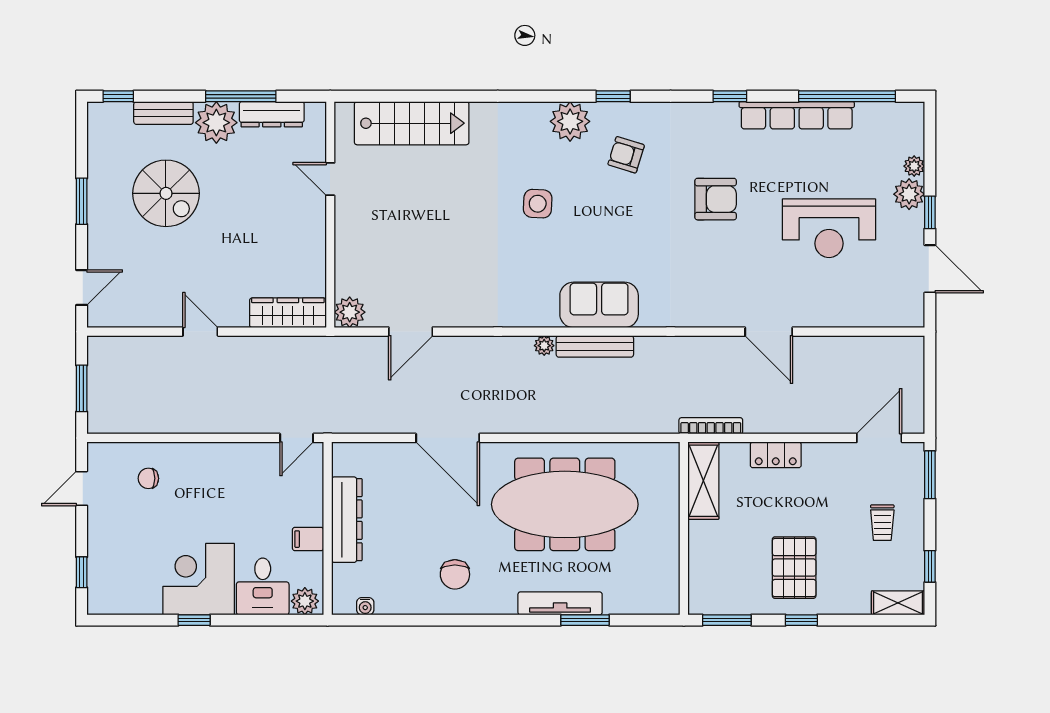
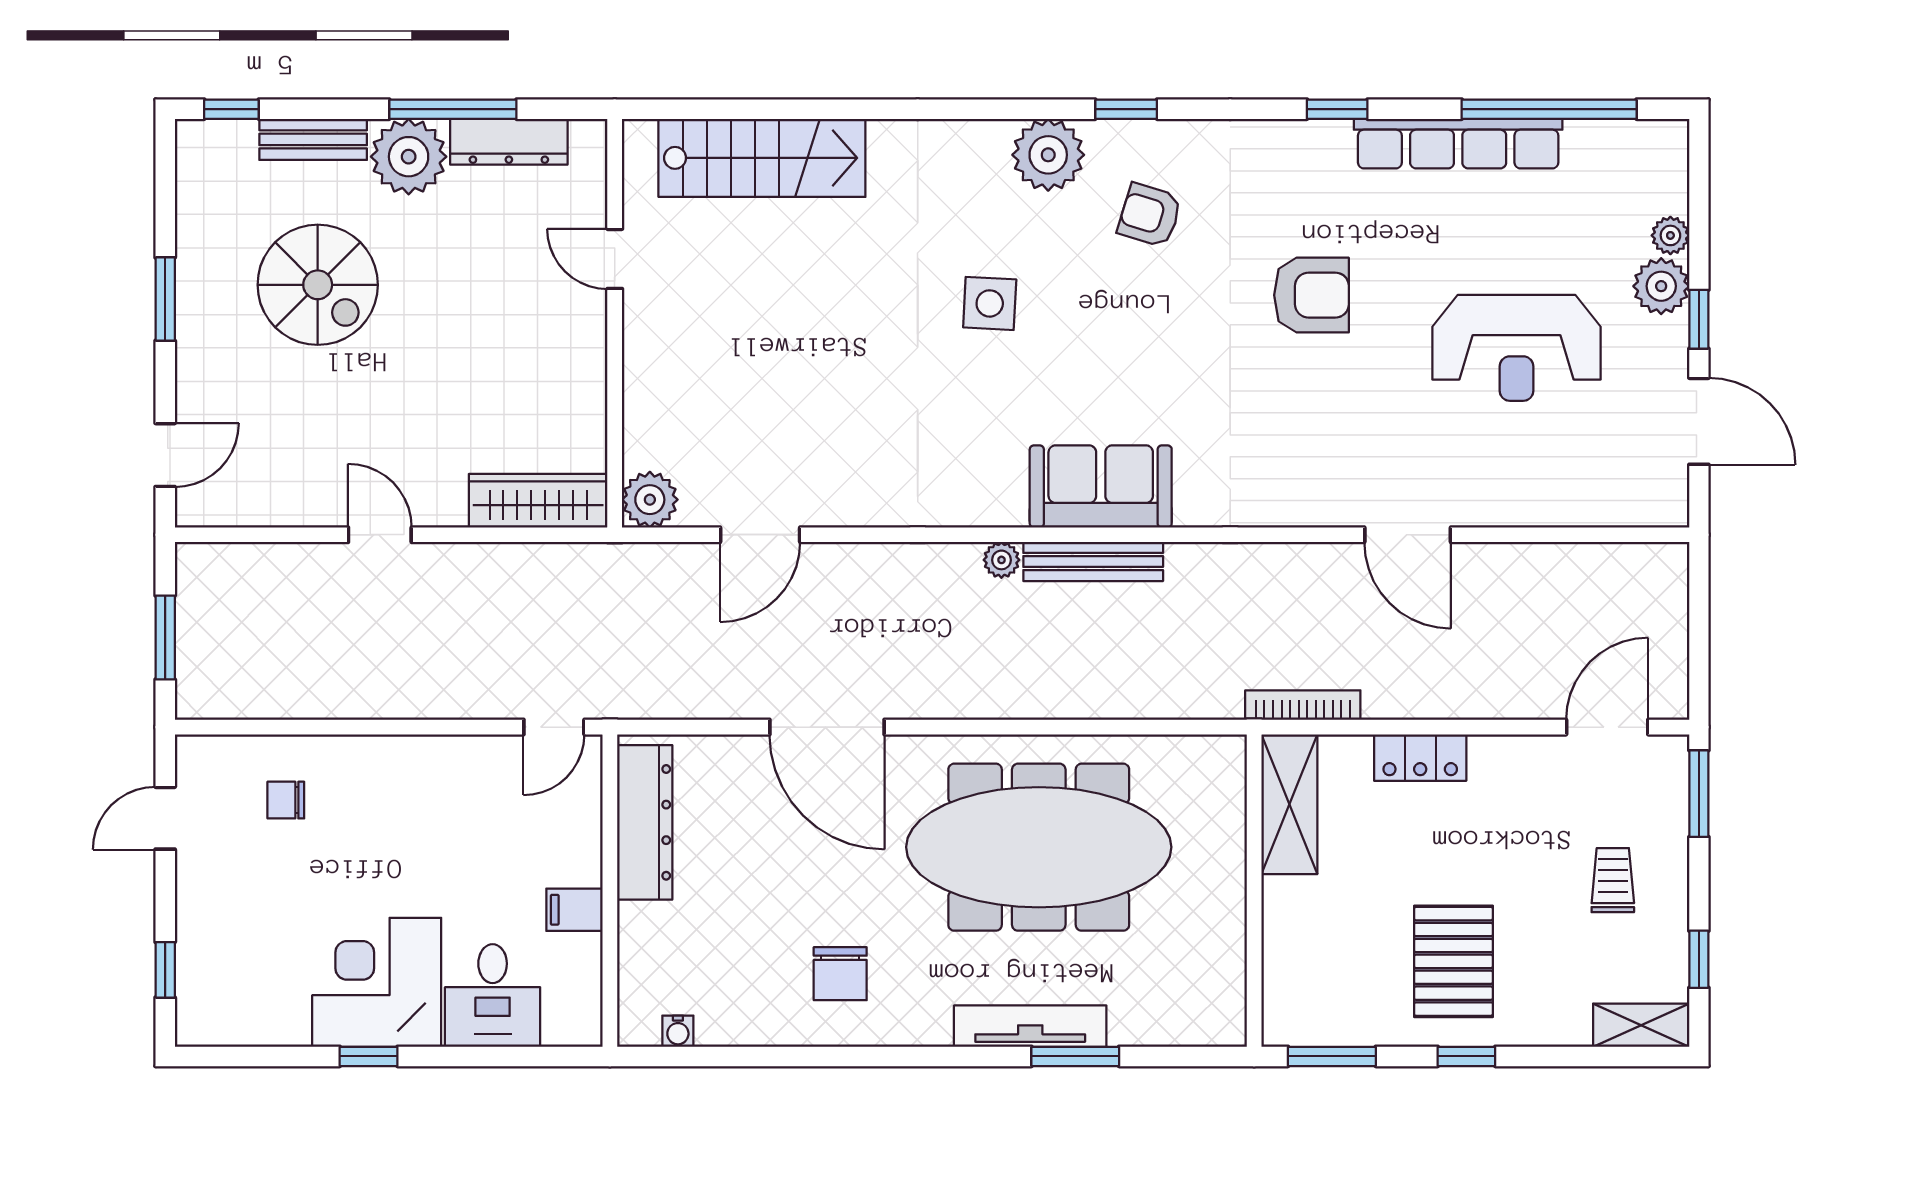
dresser: (347, 520) -> (645, 822), moved
trolley: (882, 523) -> (1613, 880), turned 180
plant: (305, 601) -> (569, 1022), removed

